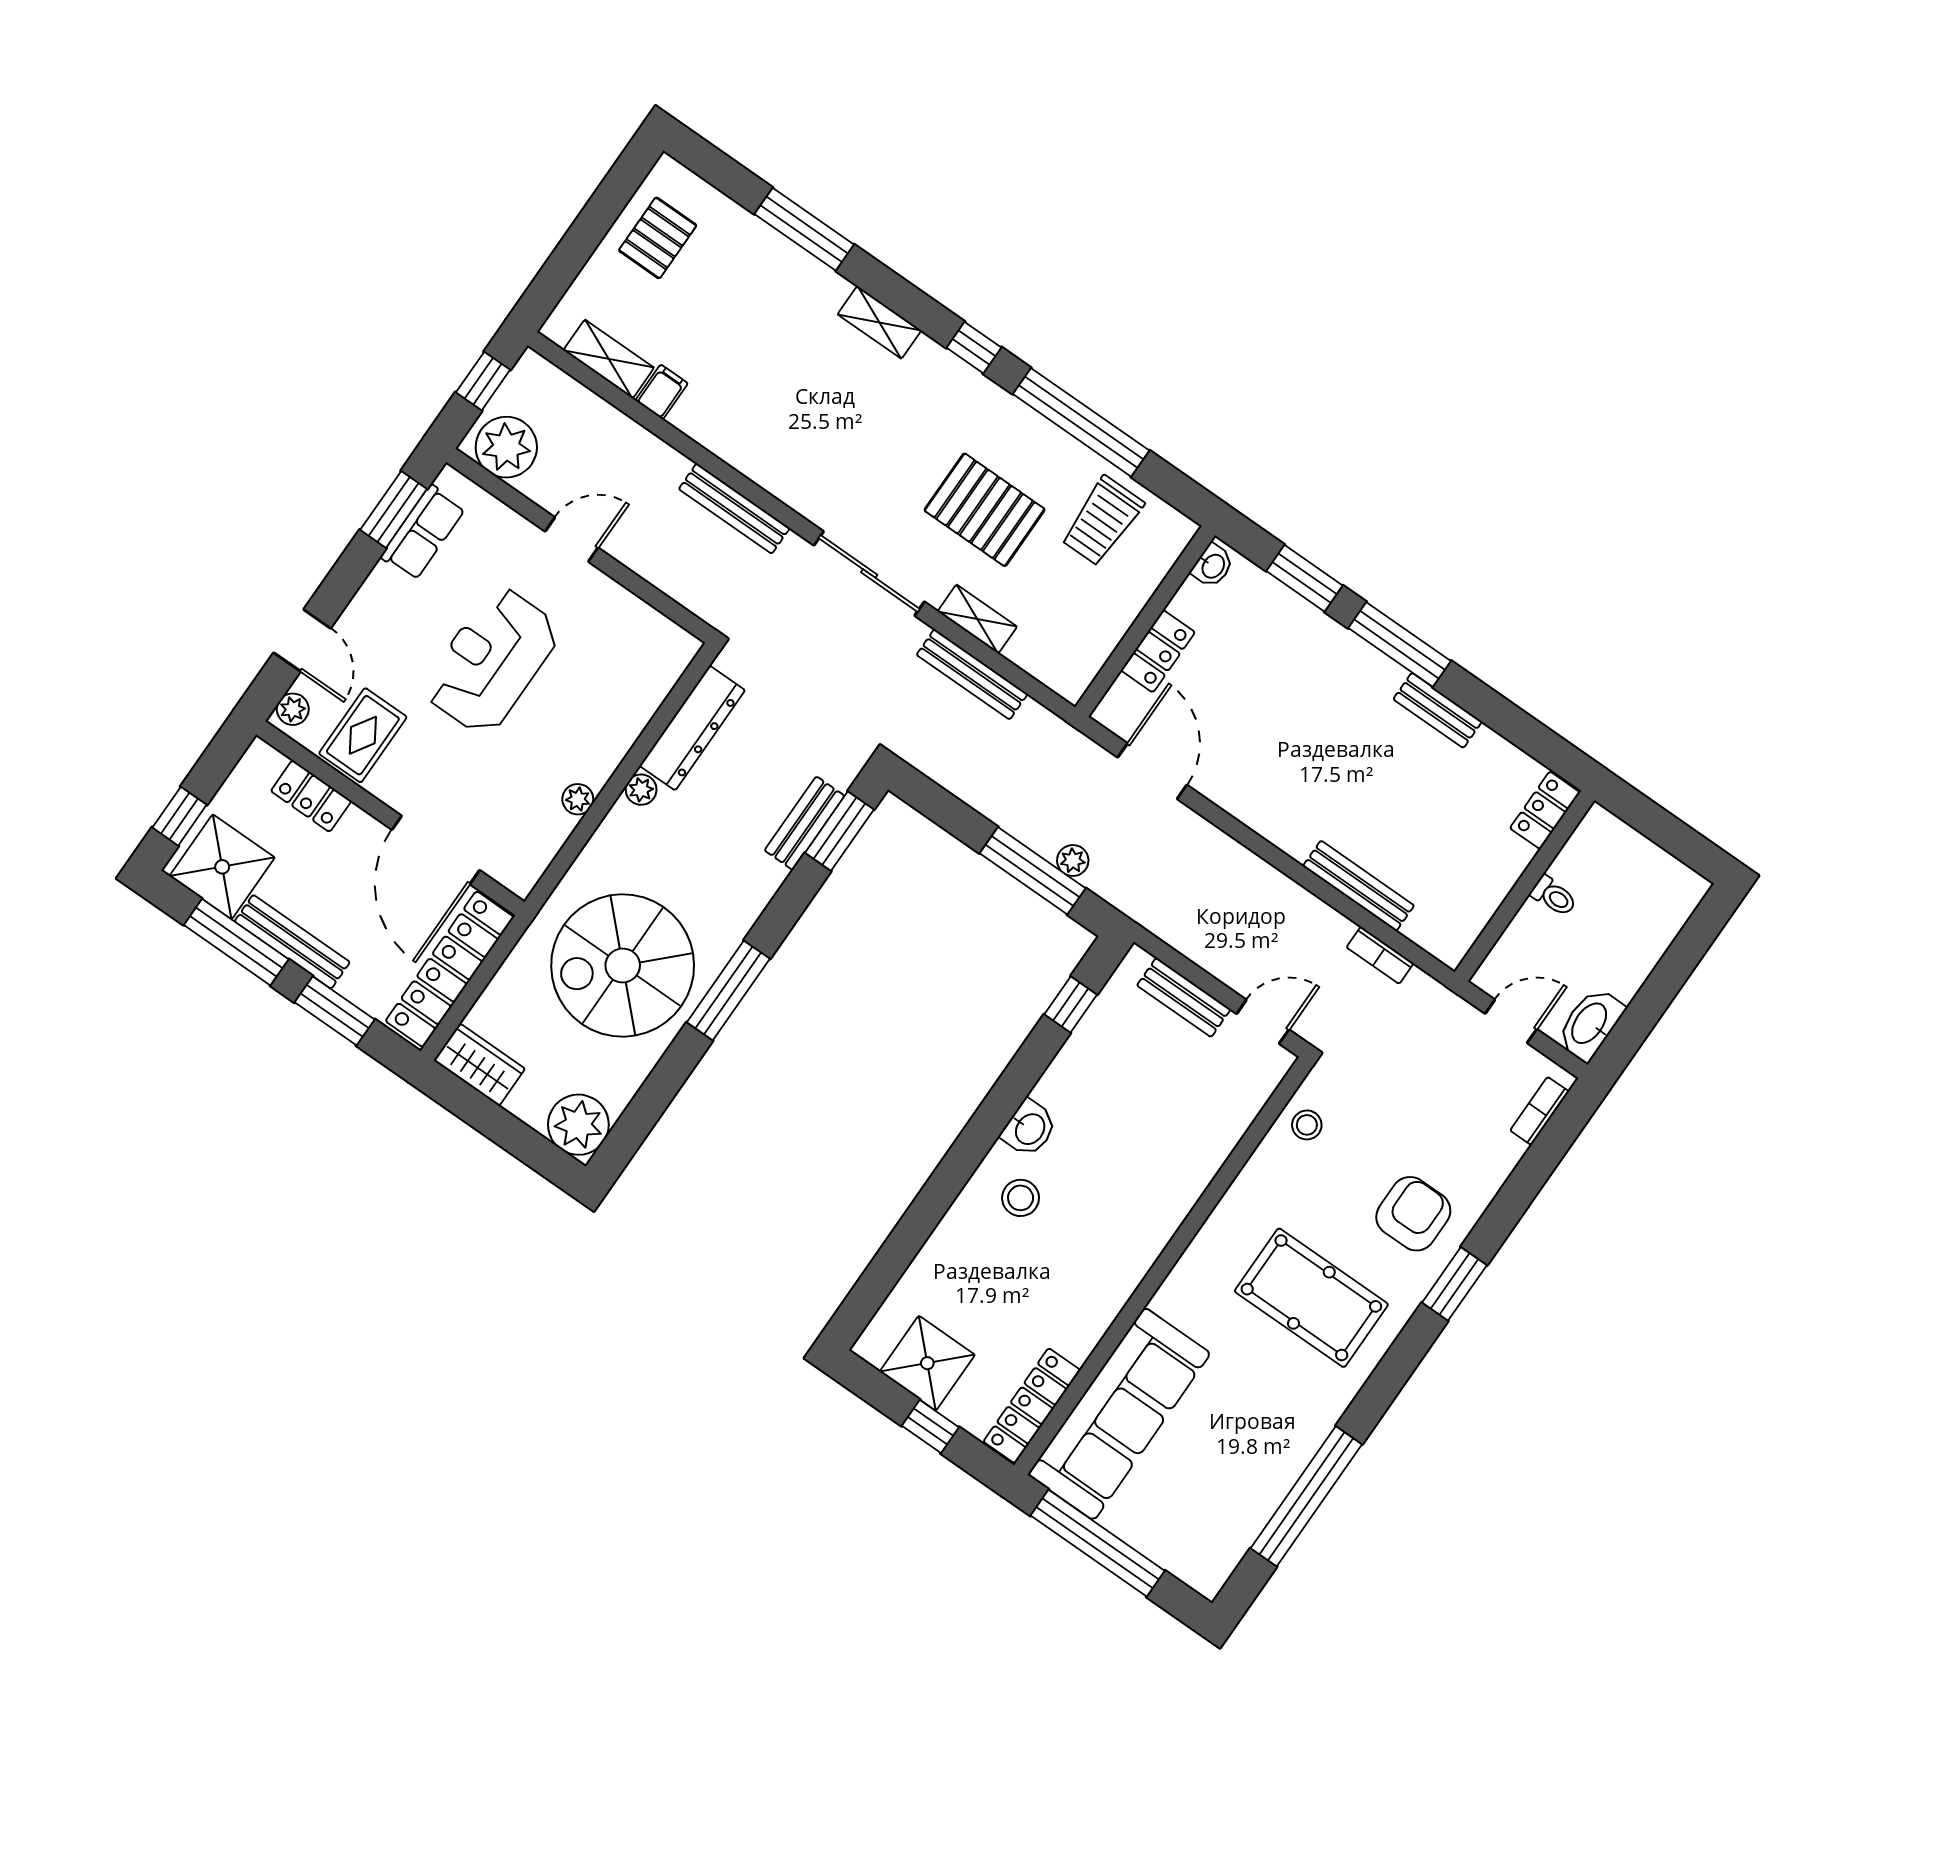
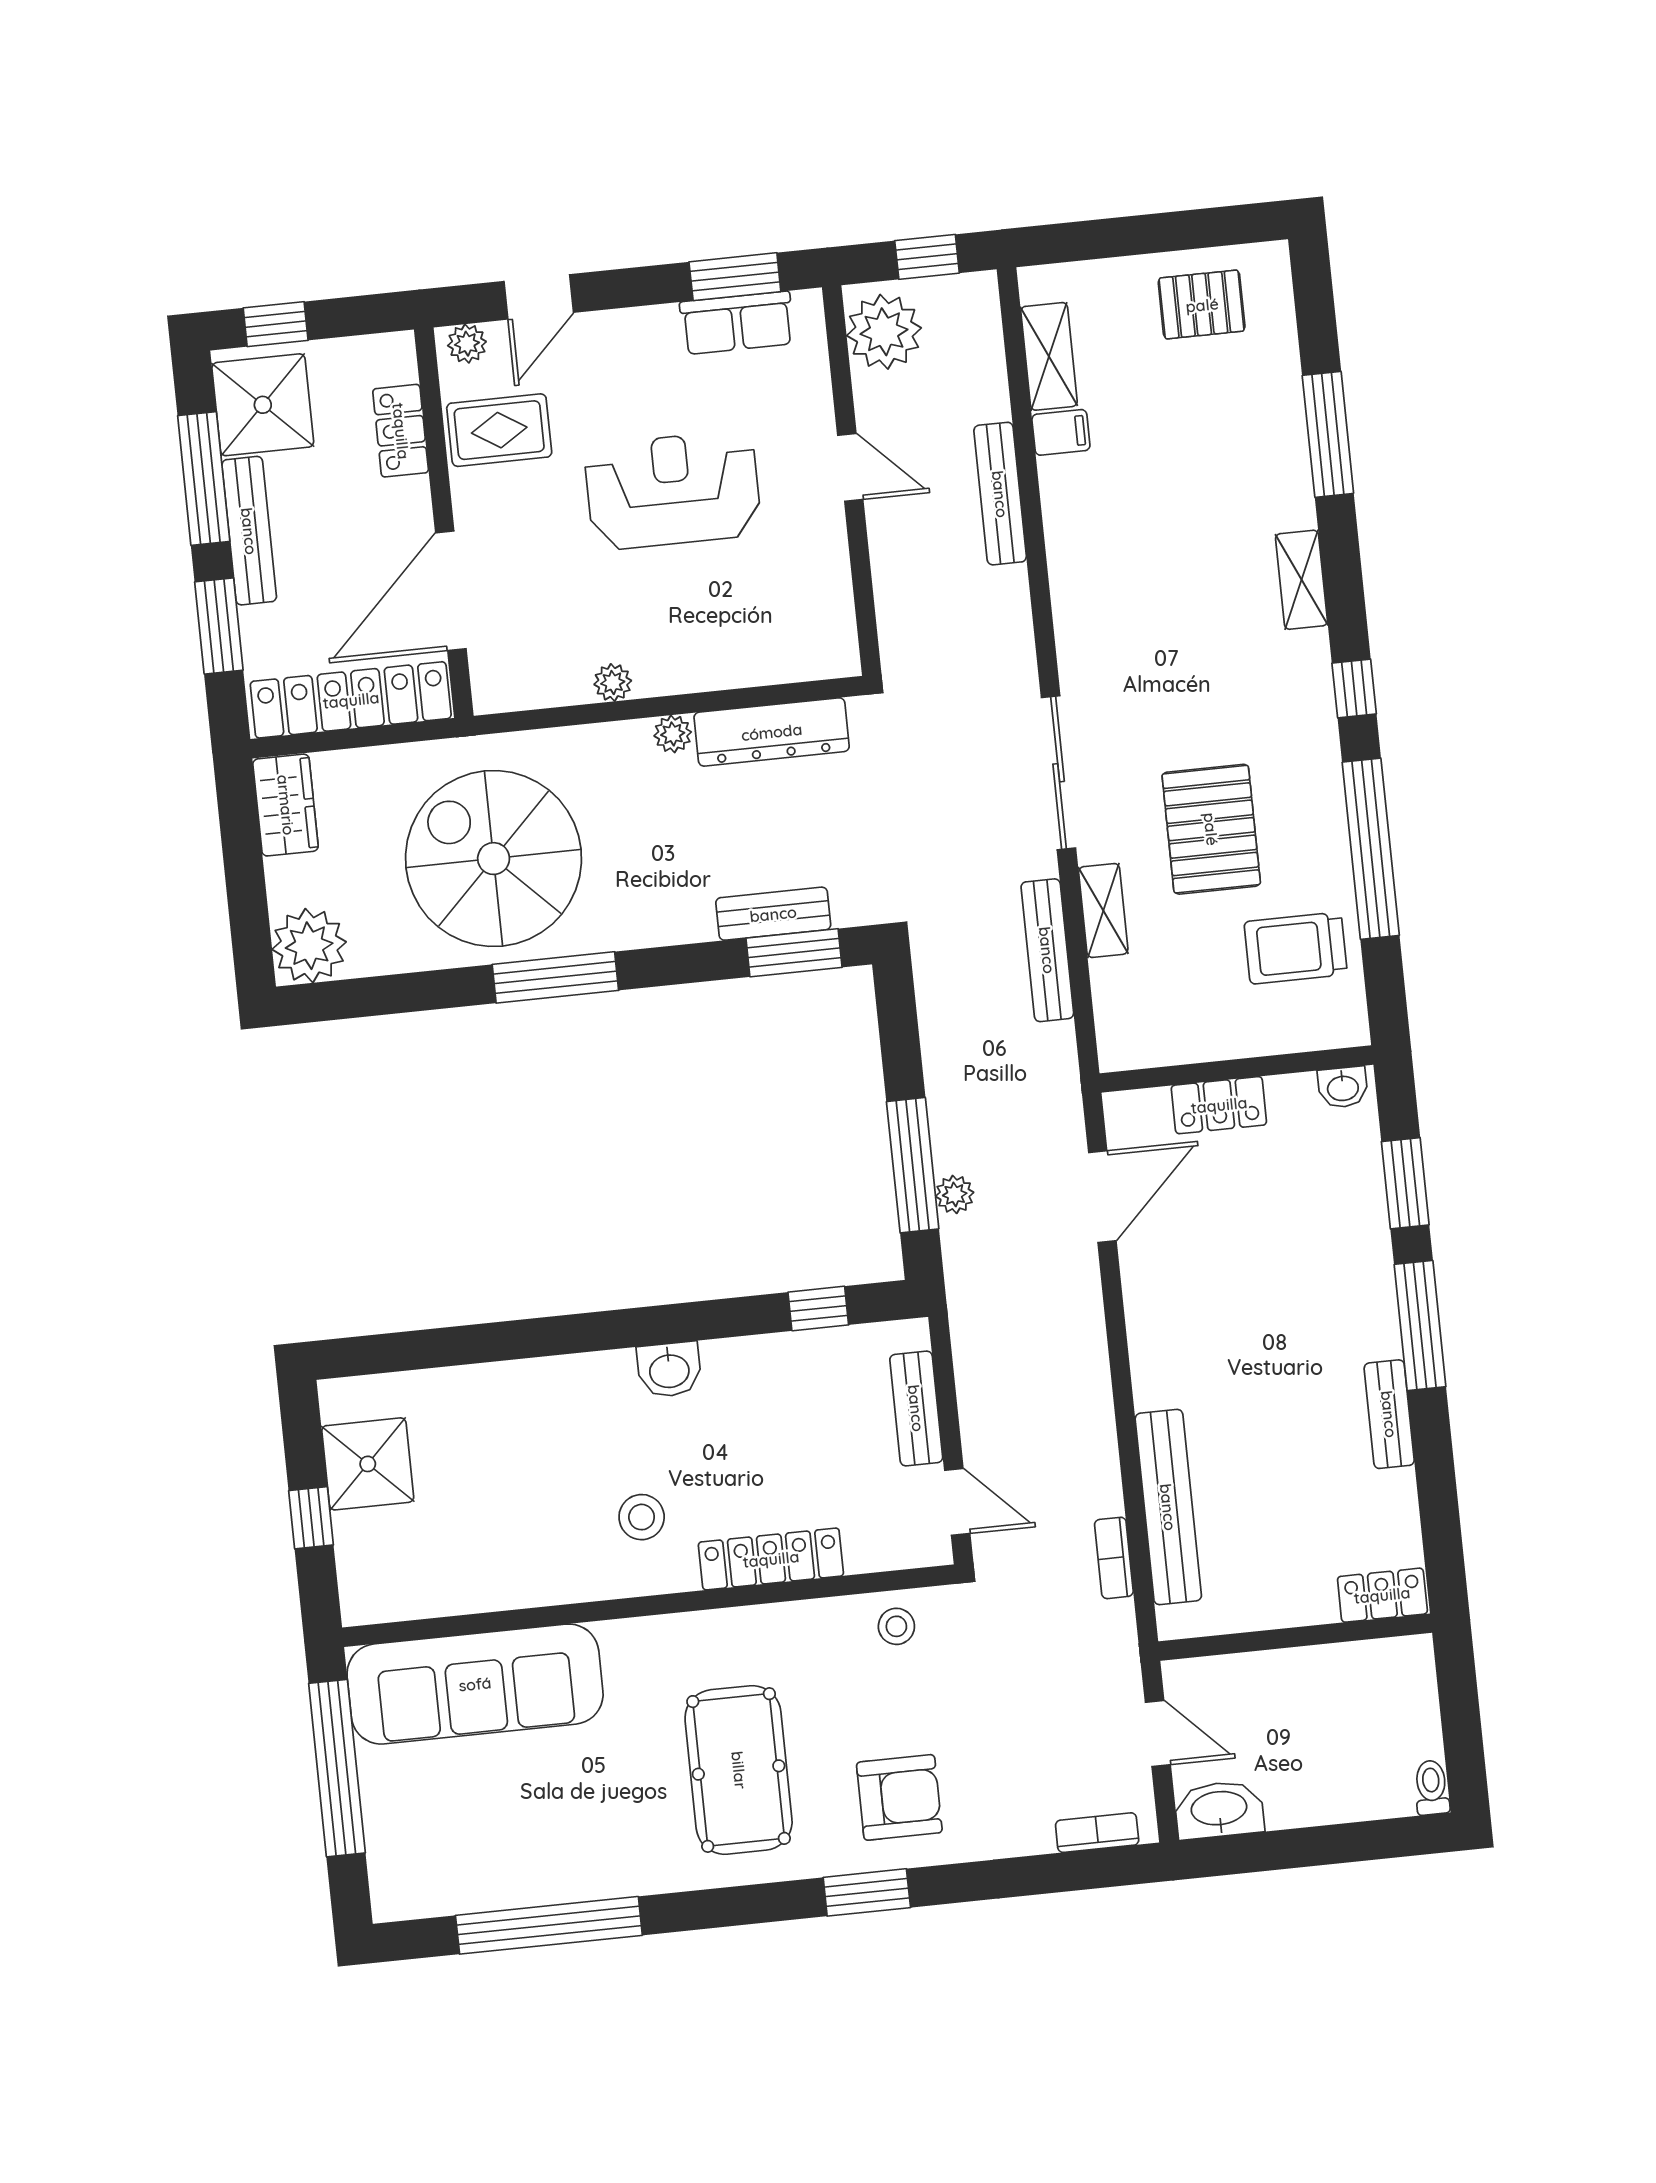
bench: (734, 509) -> (1000, 494), moved
bench: (1359, 886) -> (1168, 1507), width x1.37, depth x1.21
toilet: (1554, 896) -> (1432, 1788), moved, turned 180
stool: (1021, 1198) -> (642, 1517), moved
locker: (1032, 1406) -> (771, 1559), moved

